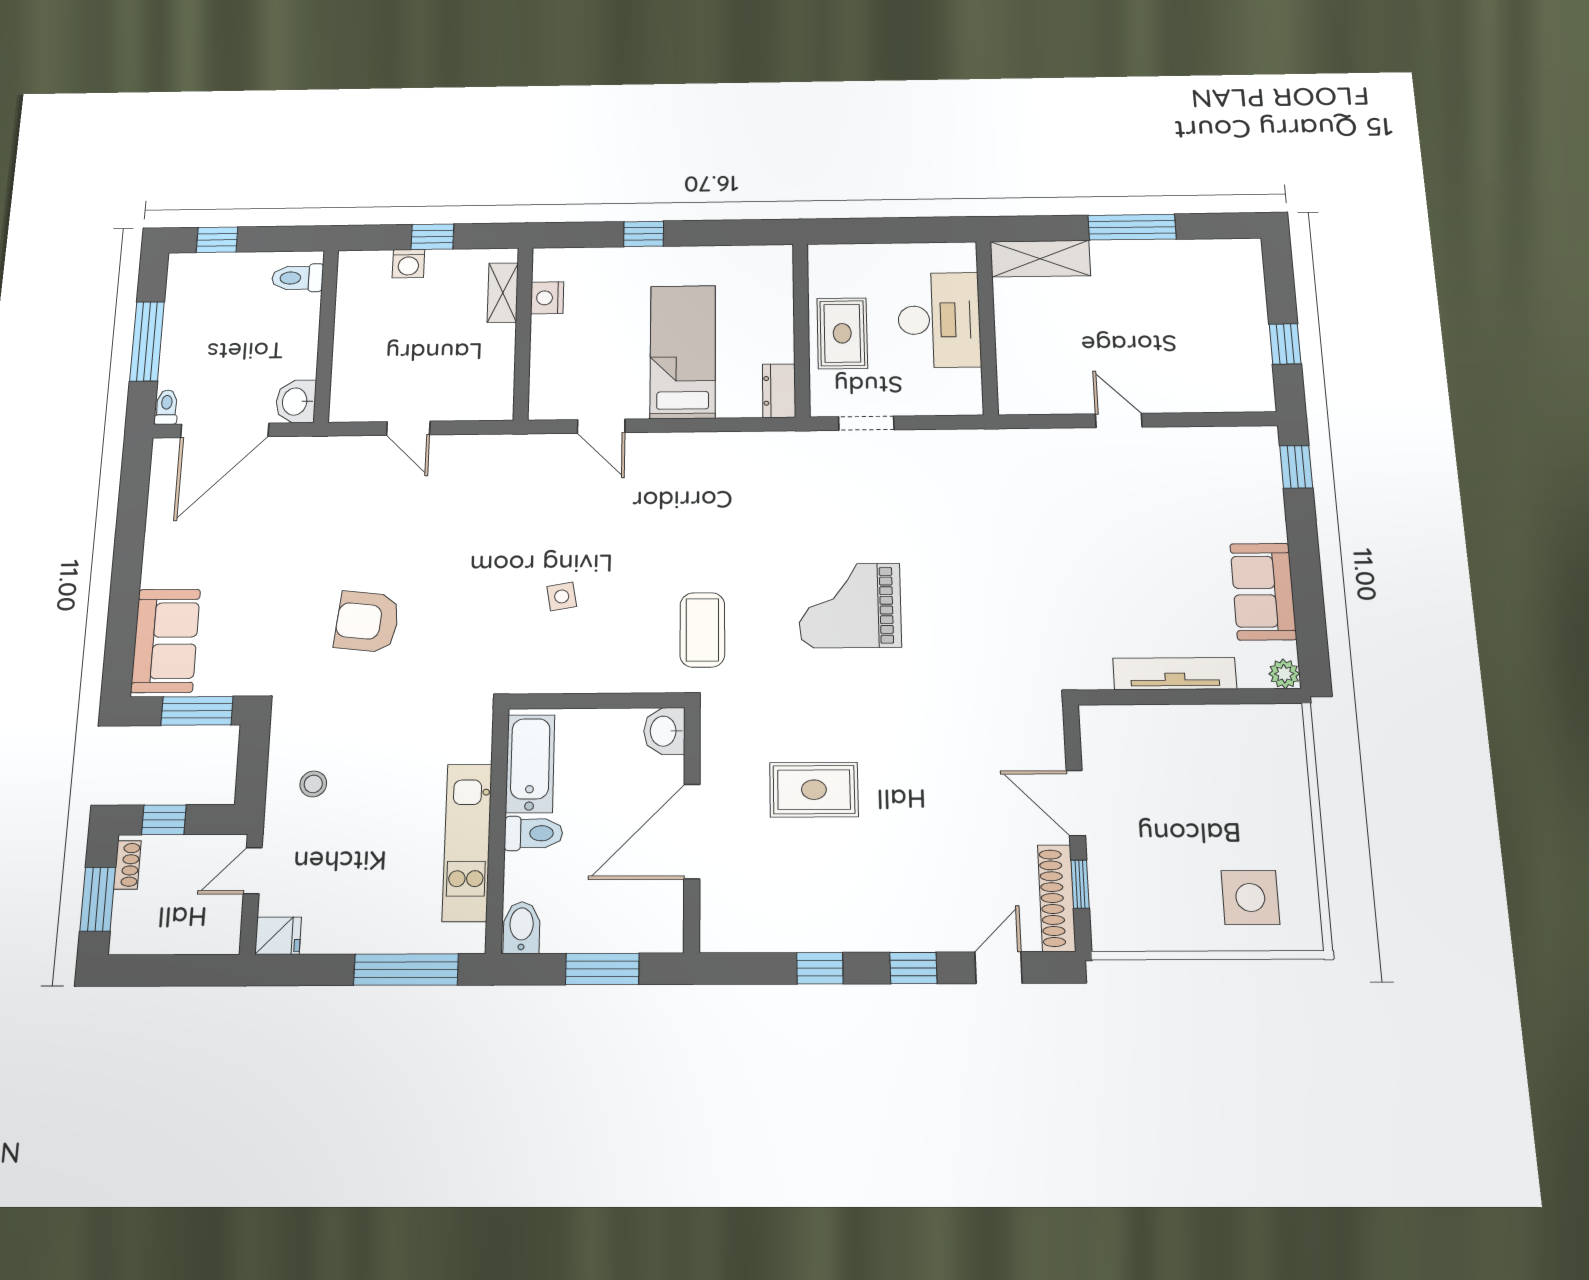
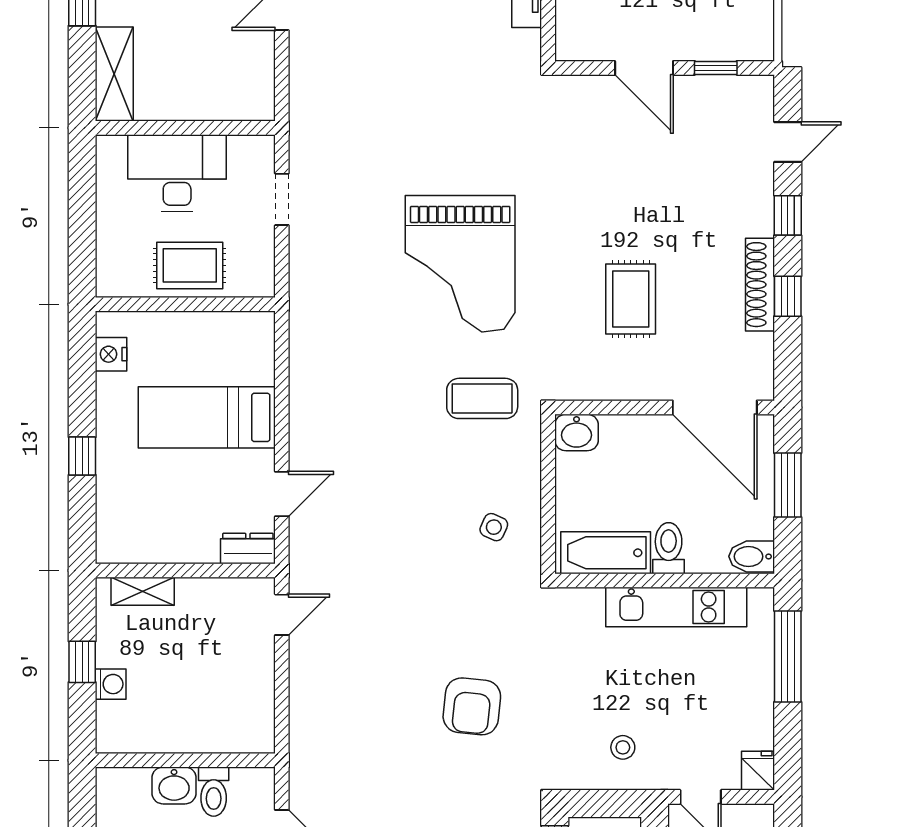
toilet: (297, 278) -> (214, 792), moved
nightstand: (547, 298) -> (111, 354), moved, turned 90
dresser: (779, 391) -> (248, 549), moved, turned 180
washbasin: (296, 401) -> (174, 785), moved
doorway: (866, 423) -> (282, 199), moved
door: (408, 428) -> (282, 615), moved
side table: (562, 596) -> (494, 527), moved, turned 34
grand piano: (850, 605) -> (460, 264), width x1.37, depth x1.48
door: (1076, 803) -> (644, 68), hinge flipped
door: (692, 831) -> (715, 407), moved
shoe rack: (1057, 898) -> (760, 285), moved, turned 90
door: (998, 968) -> (788, 142), swing flipped

